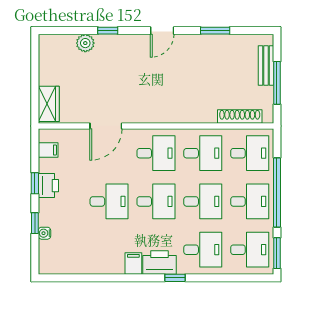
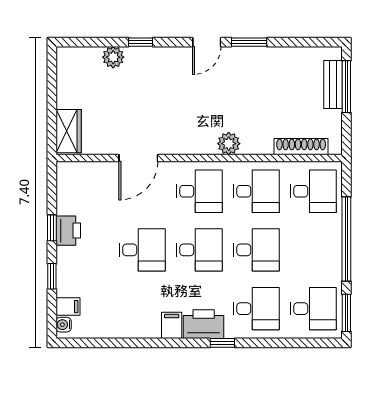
window: (215, 31) -> (249, 42), moved
window: (277, 83) -> (346, 87), moved
plant: (180, 114) -> (229, 144), added
filing cabinet: (48, 150) -> (68, 307), moved
desk: (250, 201) -> (313, 250), removed
water cooler: (45, 233) -> (64, 325), moved

